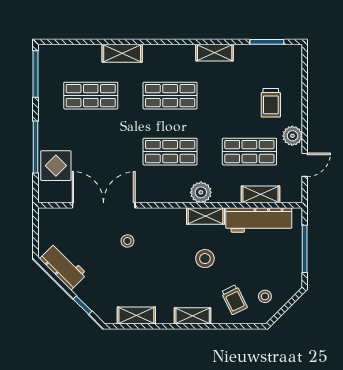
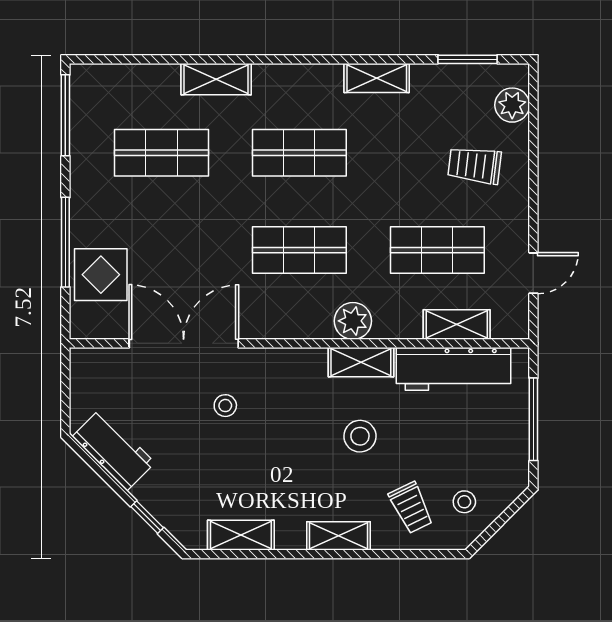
trolley: (271, 103) -> (475, 165), turned 97
plant: (292, 136) -> (512, 105), moved

